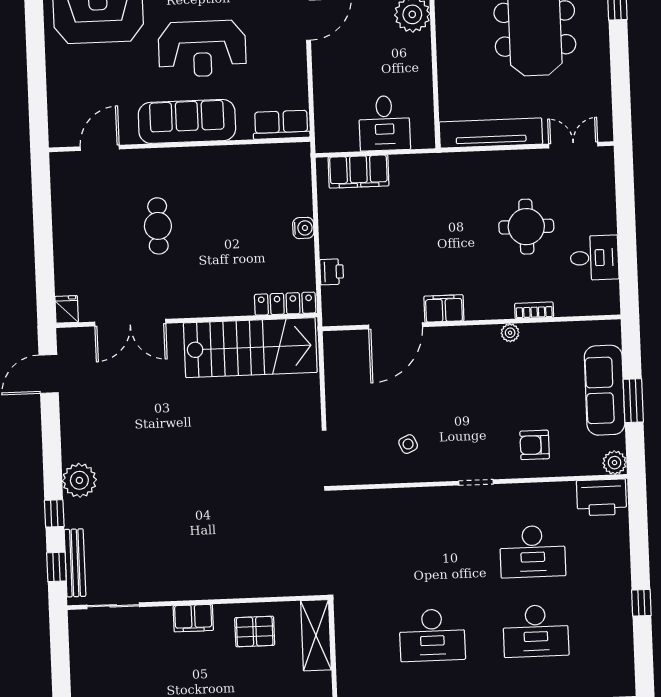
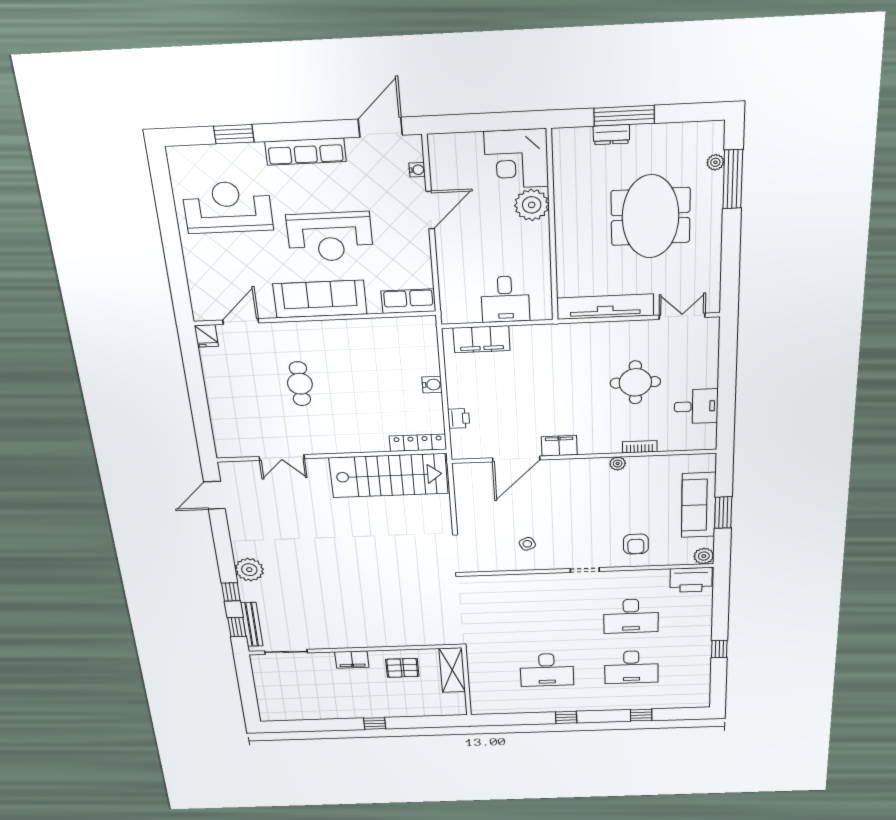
fridge: (67, 309) -> (206, 336), moved, turned 180
double door: (130, 323) -> (282, 458), width x0.73
armchair: (535, 445) -> (636, 544), turned -90

